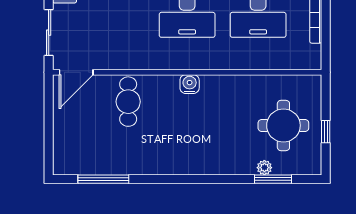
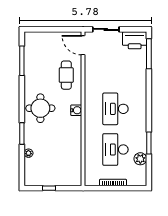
cafe table: (128, 102) -> (66, 75), turned 90
round table: (283, 125) -> (40, 108), moved
window: (273, 179) -> (22, 133), moved

